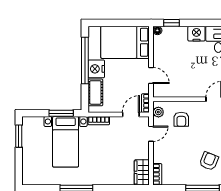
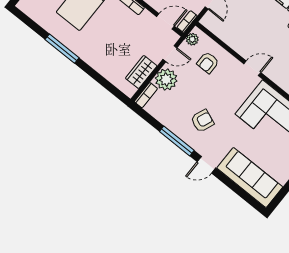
plant: (163, 153) -> (166, 79), added
wardrobe: (142, 172) -> (141, 72), moved

